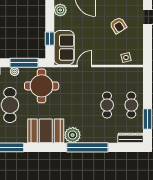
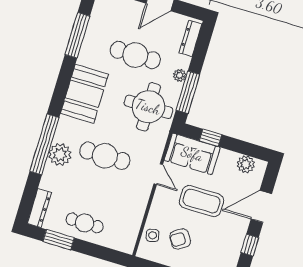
armchair: (118, 25) -> (180, 239), moved
coffee table: (93, 32) -> (202, 201), added
cafe table: (107, 105) -> (105, 156), moved, width x1.37, depth x1.35
plant: (73, 135) -> (60, 155), moved

